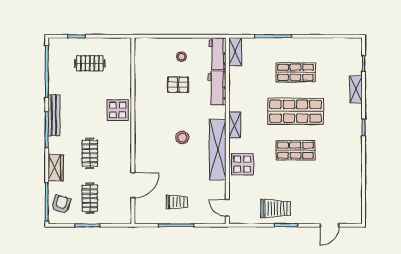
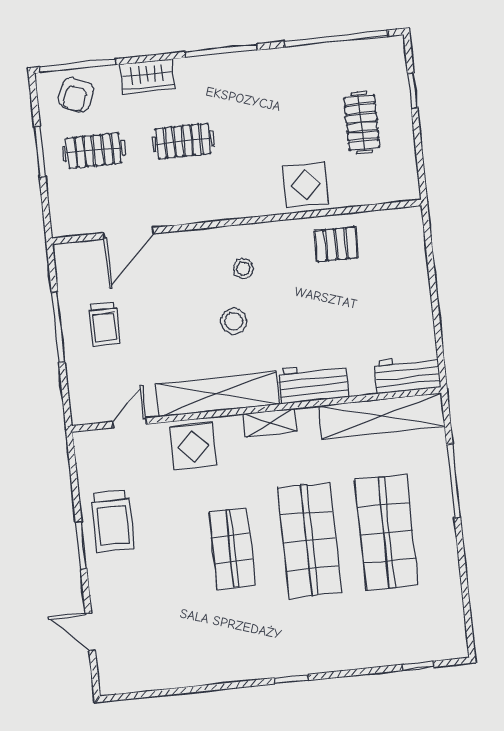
shelving: (235, 52) -> (382, 416), width x2.20, depth x1.33
stool: (182, 57) -> (243, 269), moved
shop shelf: (295, 72) -> (387, 532), width x1.43, depth x1.36
pallet: (178, 85) -> (336, 244), moved, turned 90
workbench: (217, 88) -> (313, 383), moved
shelving: (356, 90) -> (365, 656), removed
display table: (118, 110) -> (306, 185), moved
bench: (54, 115) -> (251, 62), removed
door: (133, 185) -> (129, 233), hinge flipped
armchair: (61, 204) -> (76, 95), turned 95
door: (227, 208) -> (130, 423), moved

